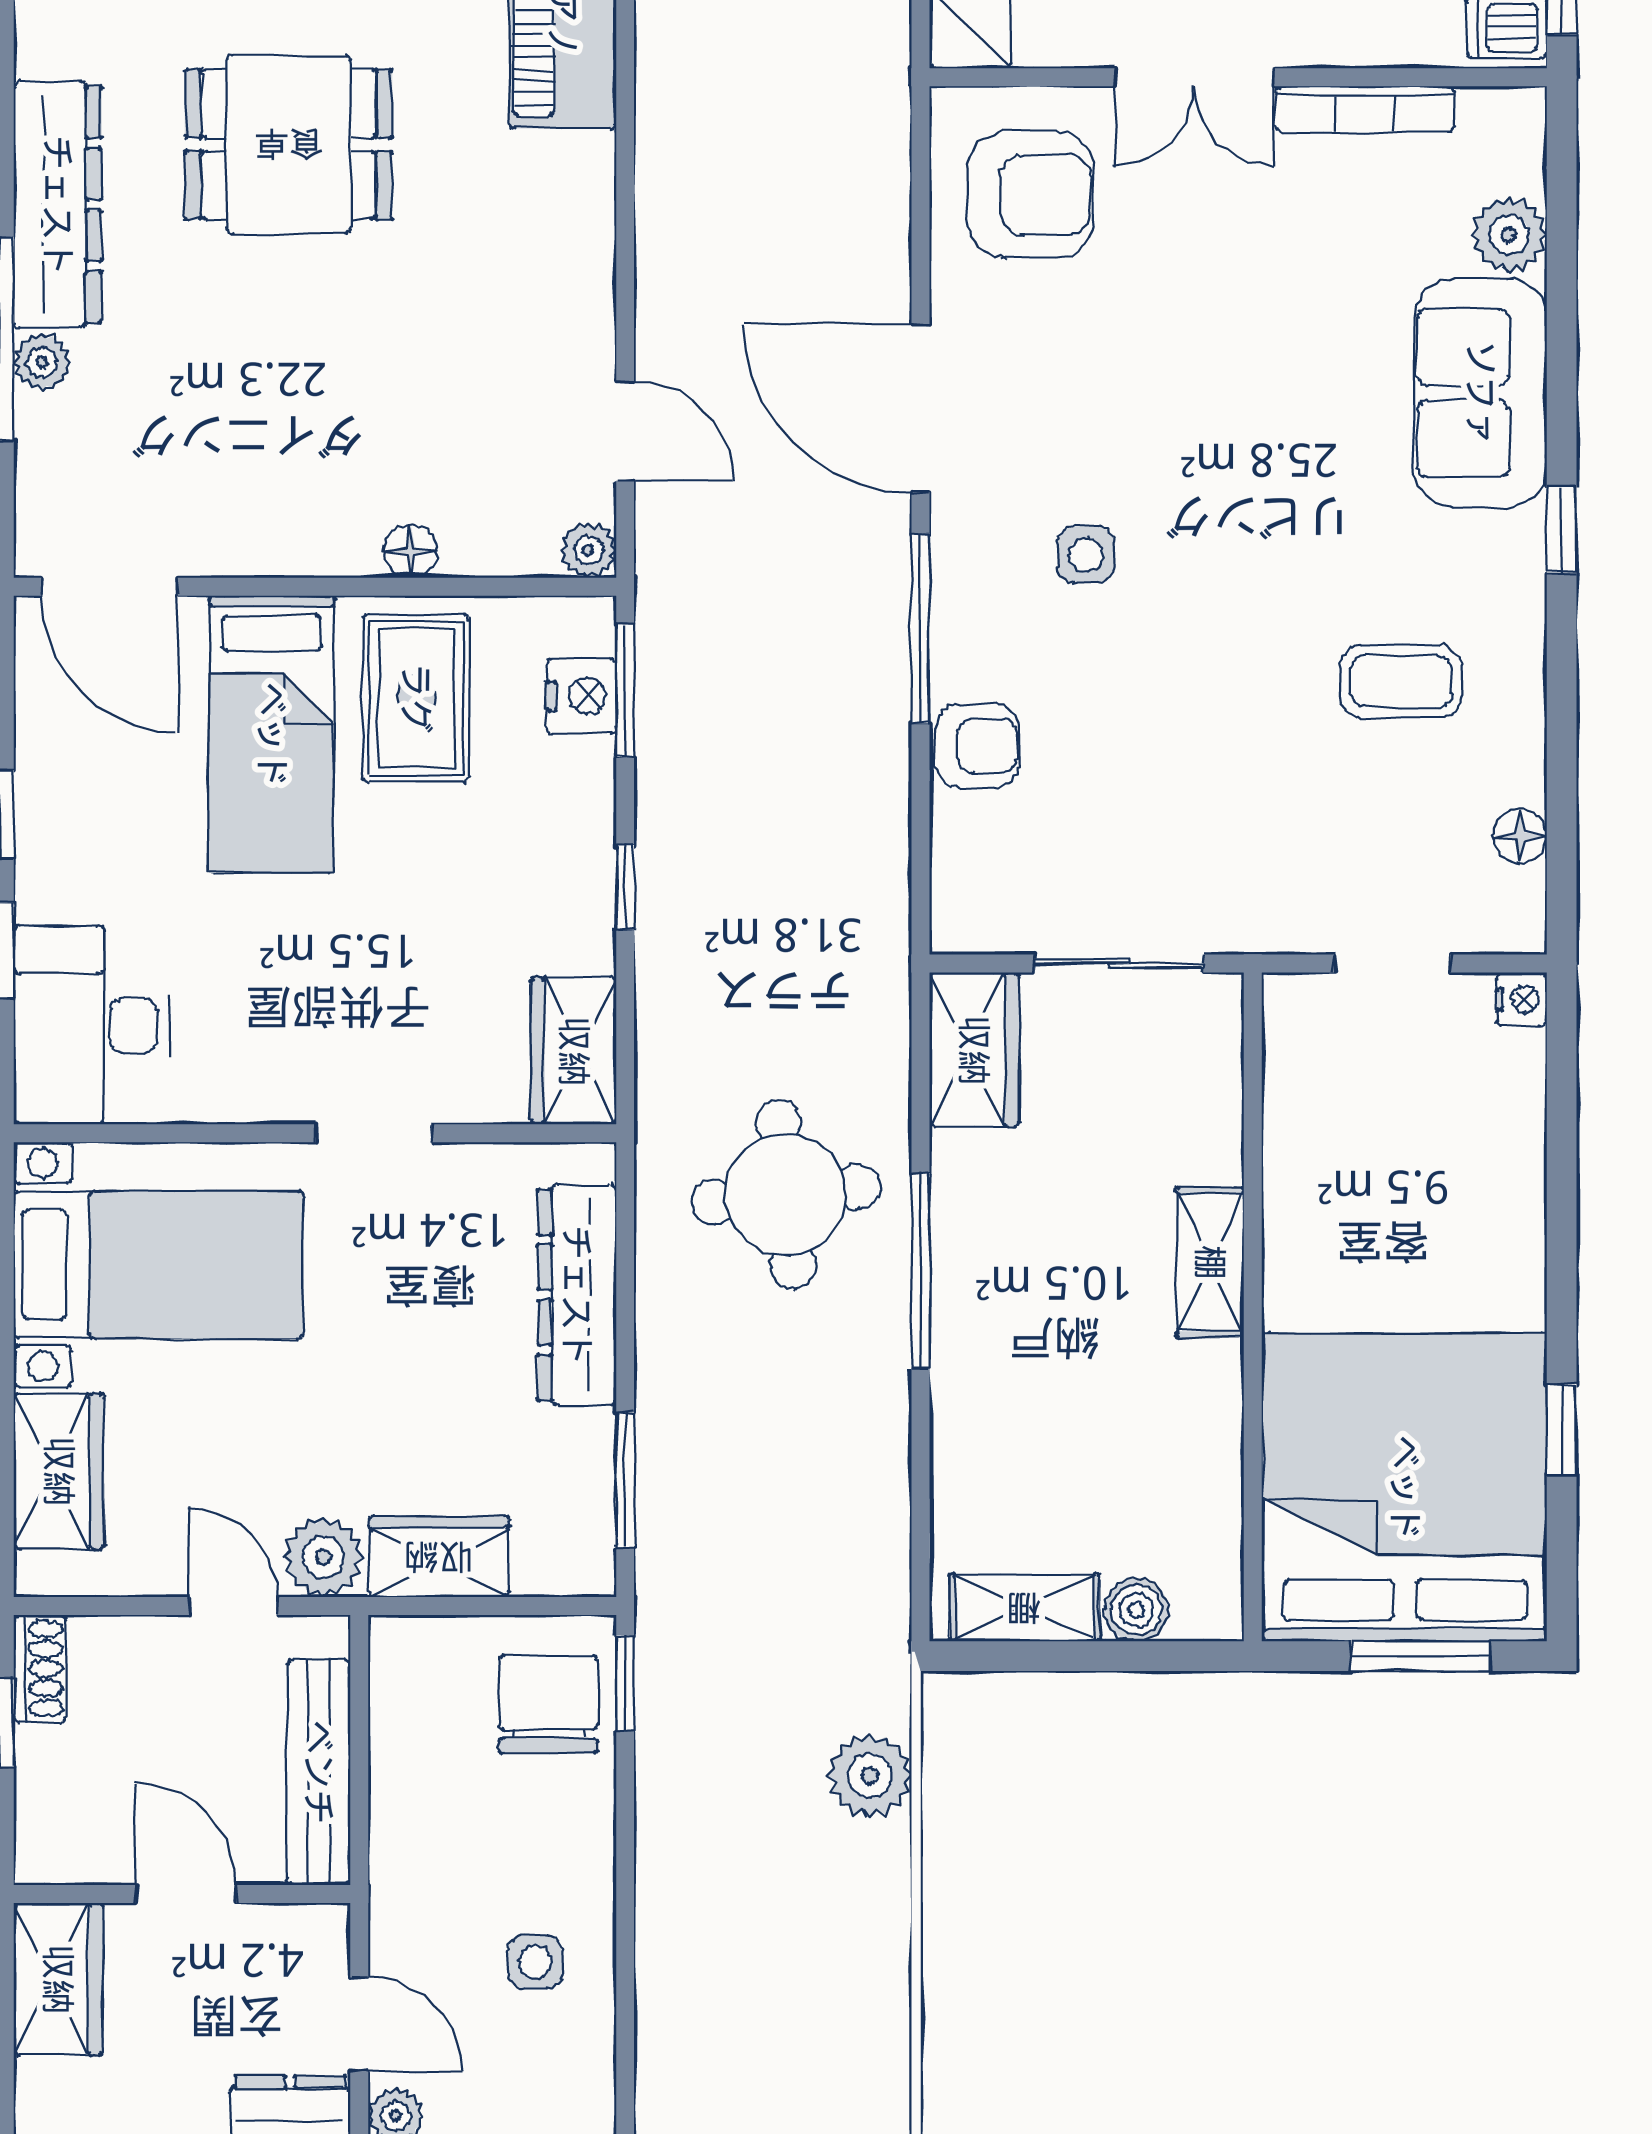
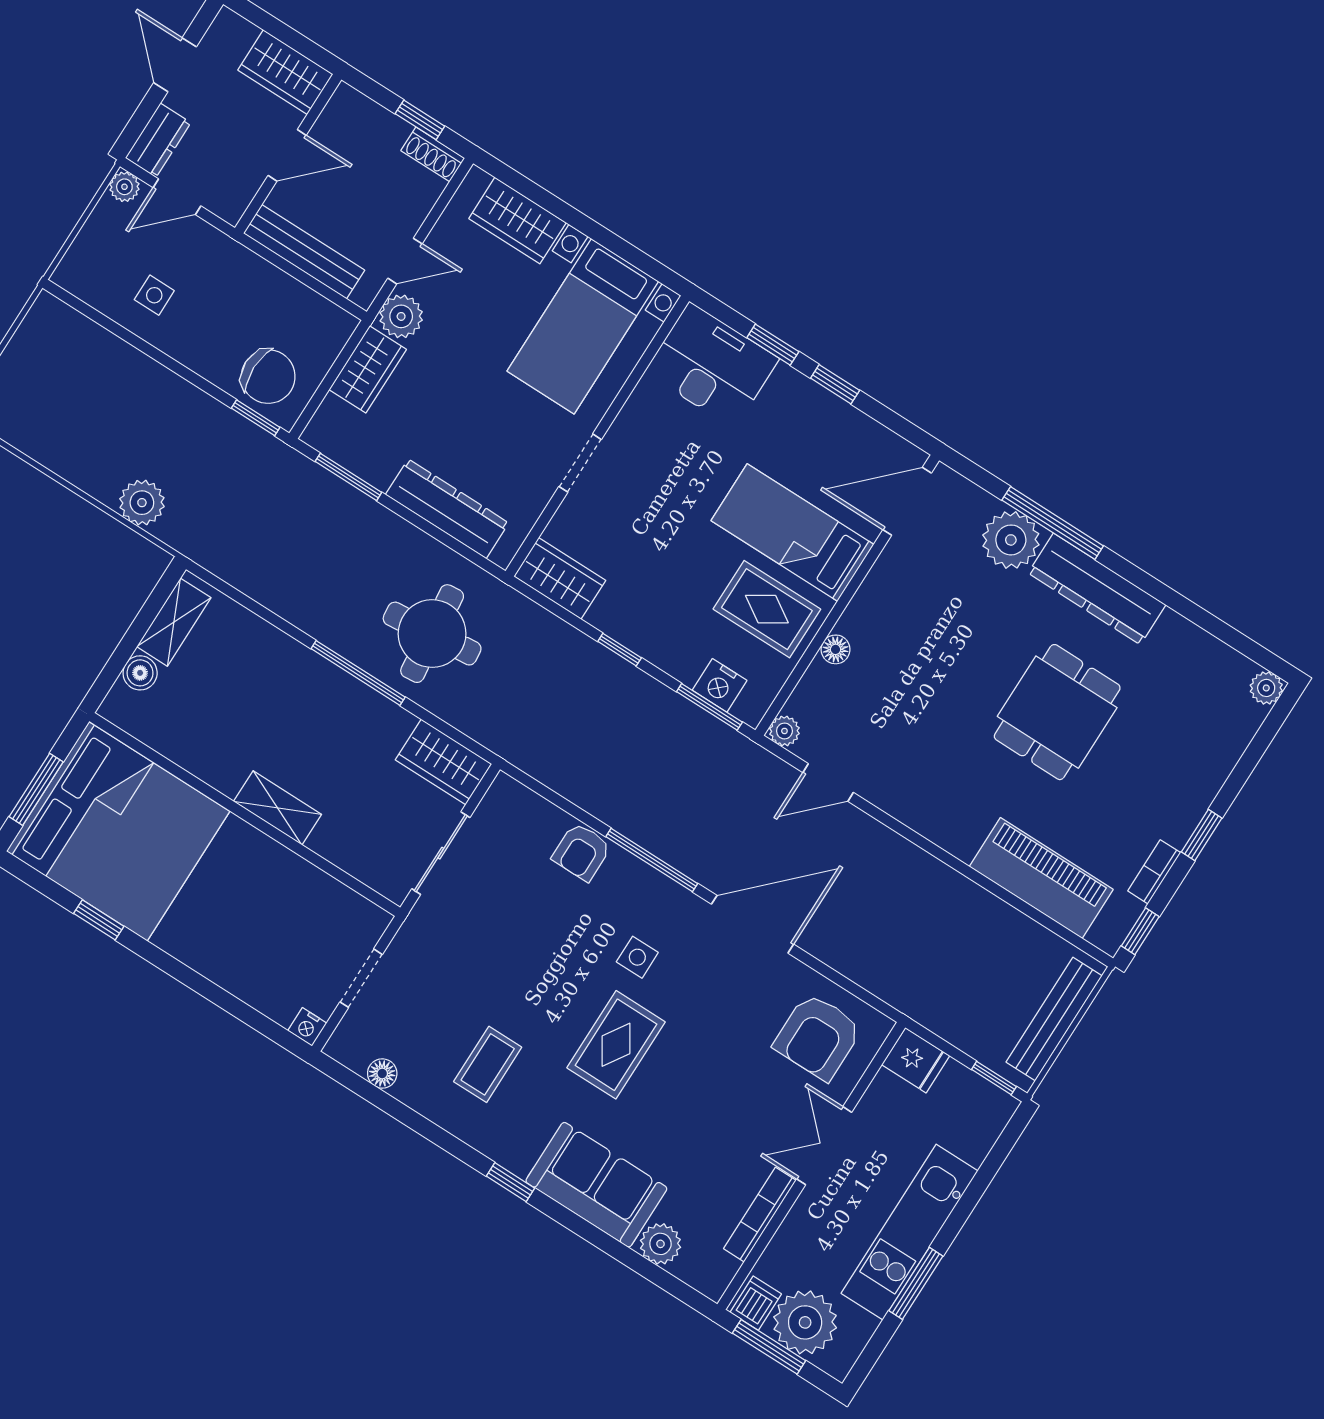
plant: (42, 362) -> (1011, 540), width x1.88, depth x1.88
rug: (1243, 501) -> (616, 1045), added

